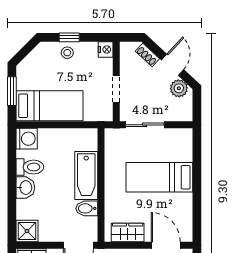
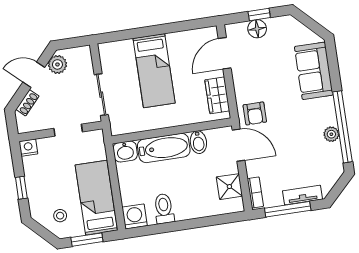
stool: (67, 53) -> (60, 216), moved
washbasin: (25, 188) -> (125, 151), moved, turned 180
shower: (27, 231) -> (229, 187), moved

